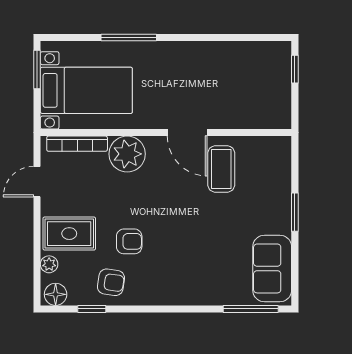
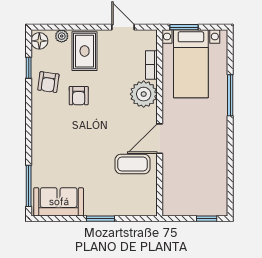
window: (37, 70) -> (184, 27), moved
bookcase: (77, 144) -> (151, 65), width x0.64

